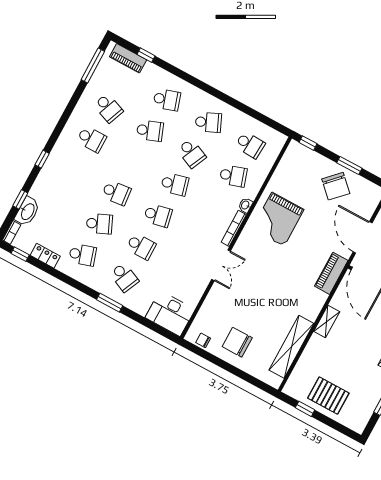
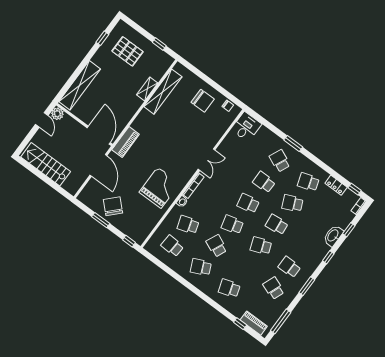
window: (65, 117) -> (307, 286), added
school desk: (150, 131) -> (261, 246), moved
washbasin: (27, 211) -> (333, 236), moved
double door: (221, 265) -> (207, 160), swing flipped
desk: (170, 313) -> (246, 127), width x0.73
shelving: (327, 322) -> (147, 89), moved
pallet: (328, 396) -> (128, 51), moved

